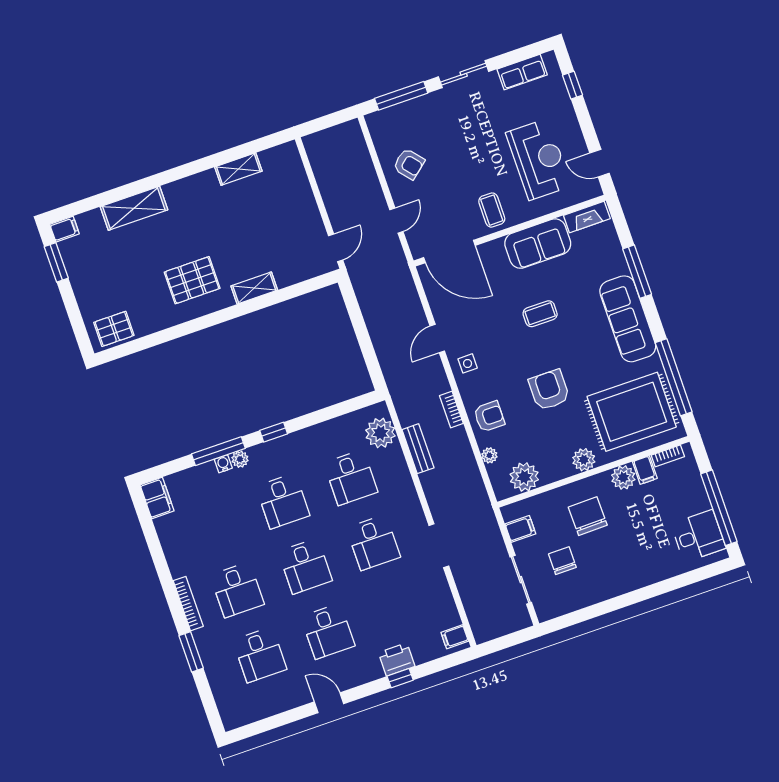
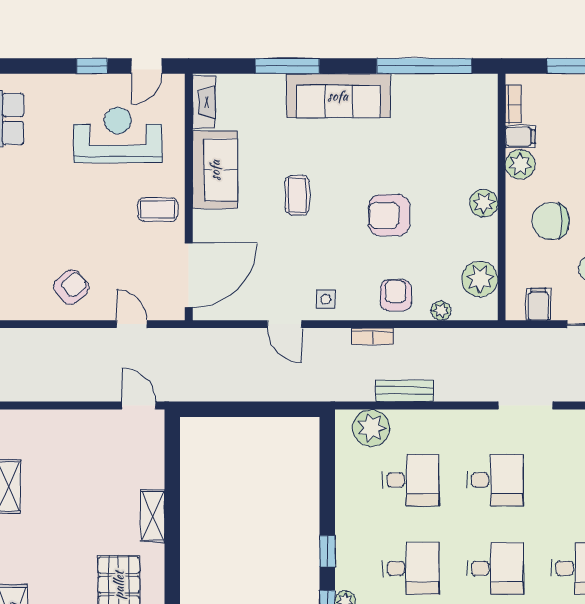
window: (573, 85) -> (92, 66), moved
rug: (632, 412) -> (447, 128), removed

